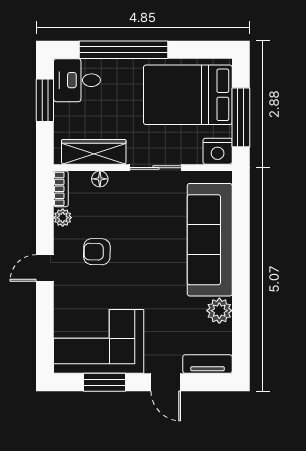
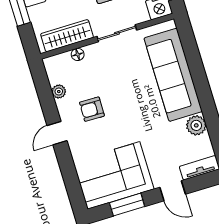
bookcase: (61, 189) -> (51, 71), removed

